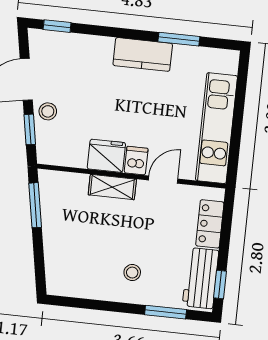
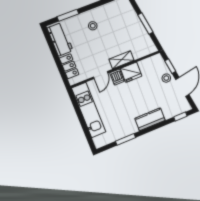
kitchen counter: (143, 54) -> (150, 119), moved
window: (35, 205) -> (145, 24), moved
window: (220, 284) -> (49, 41), removed

